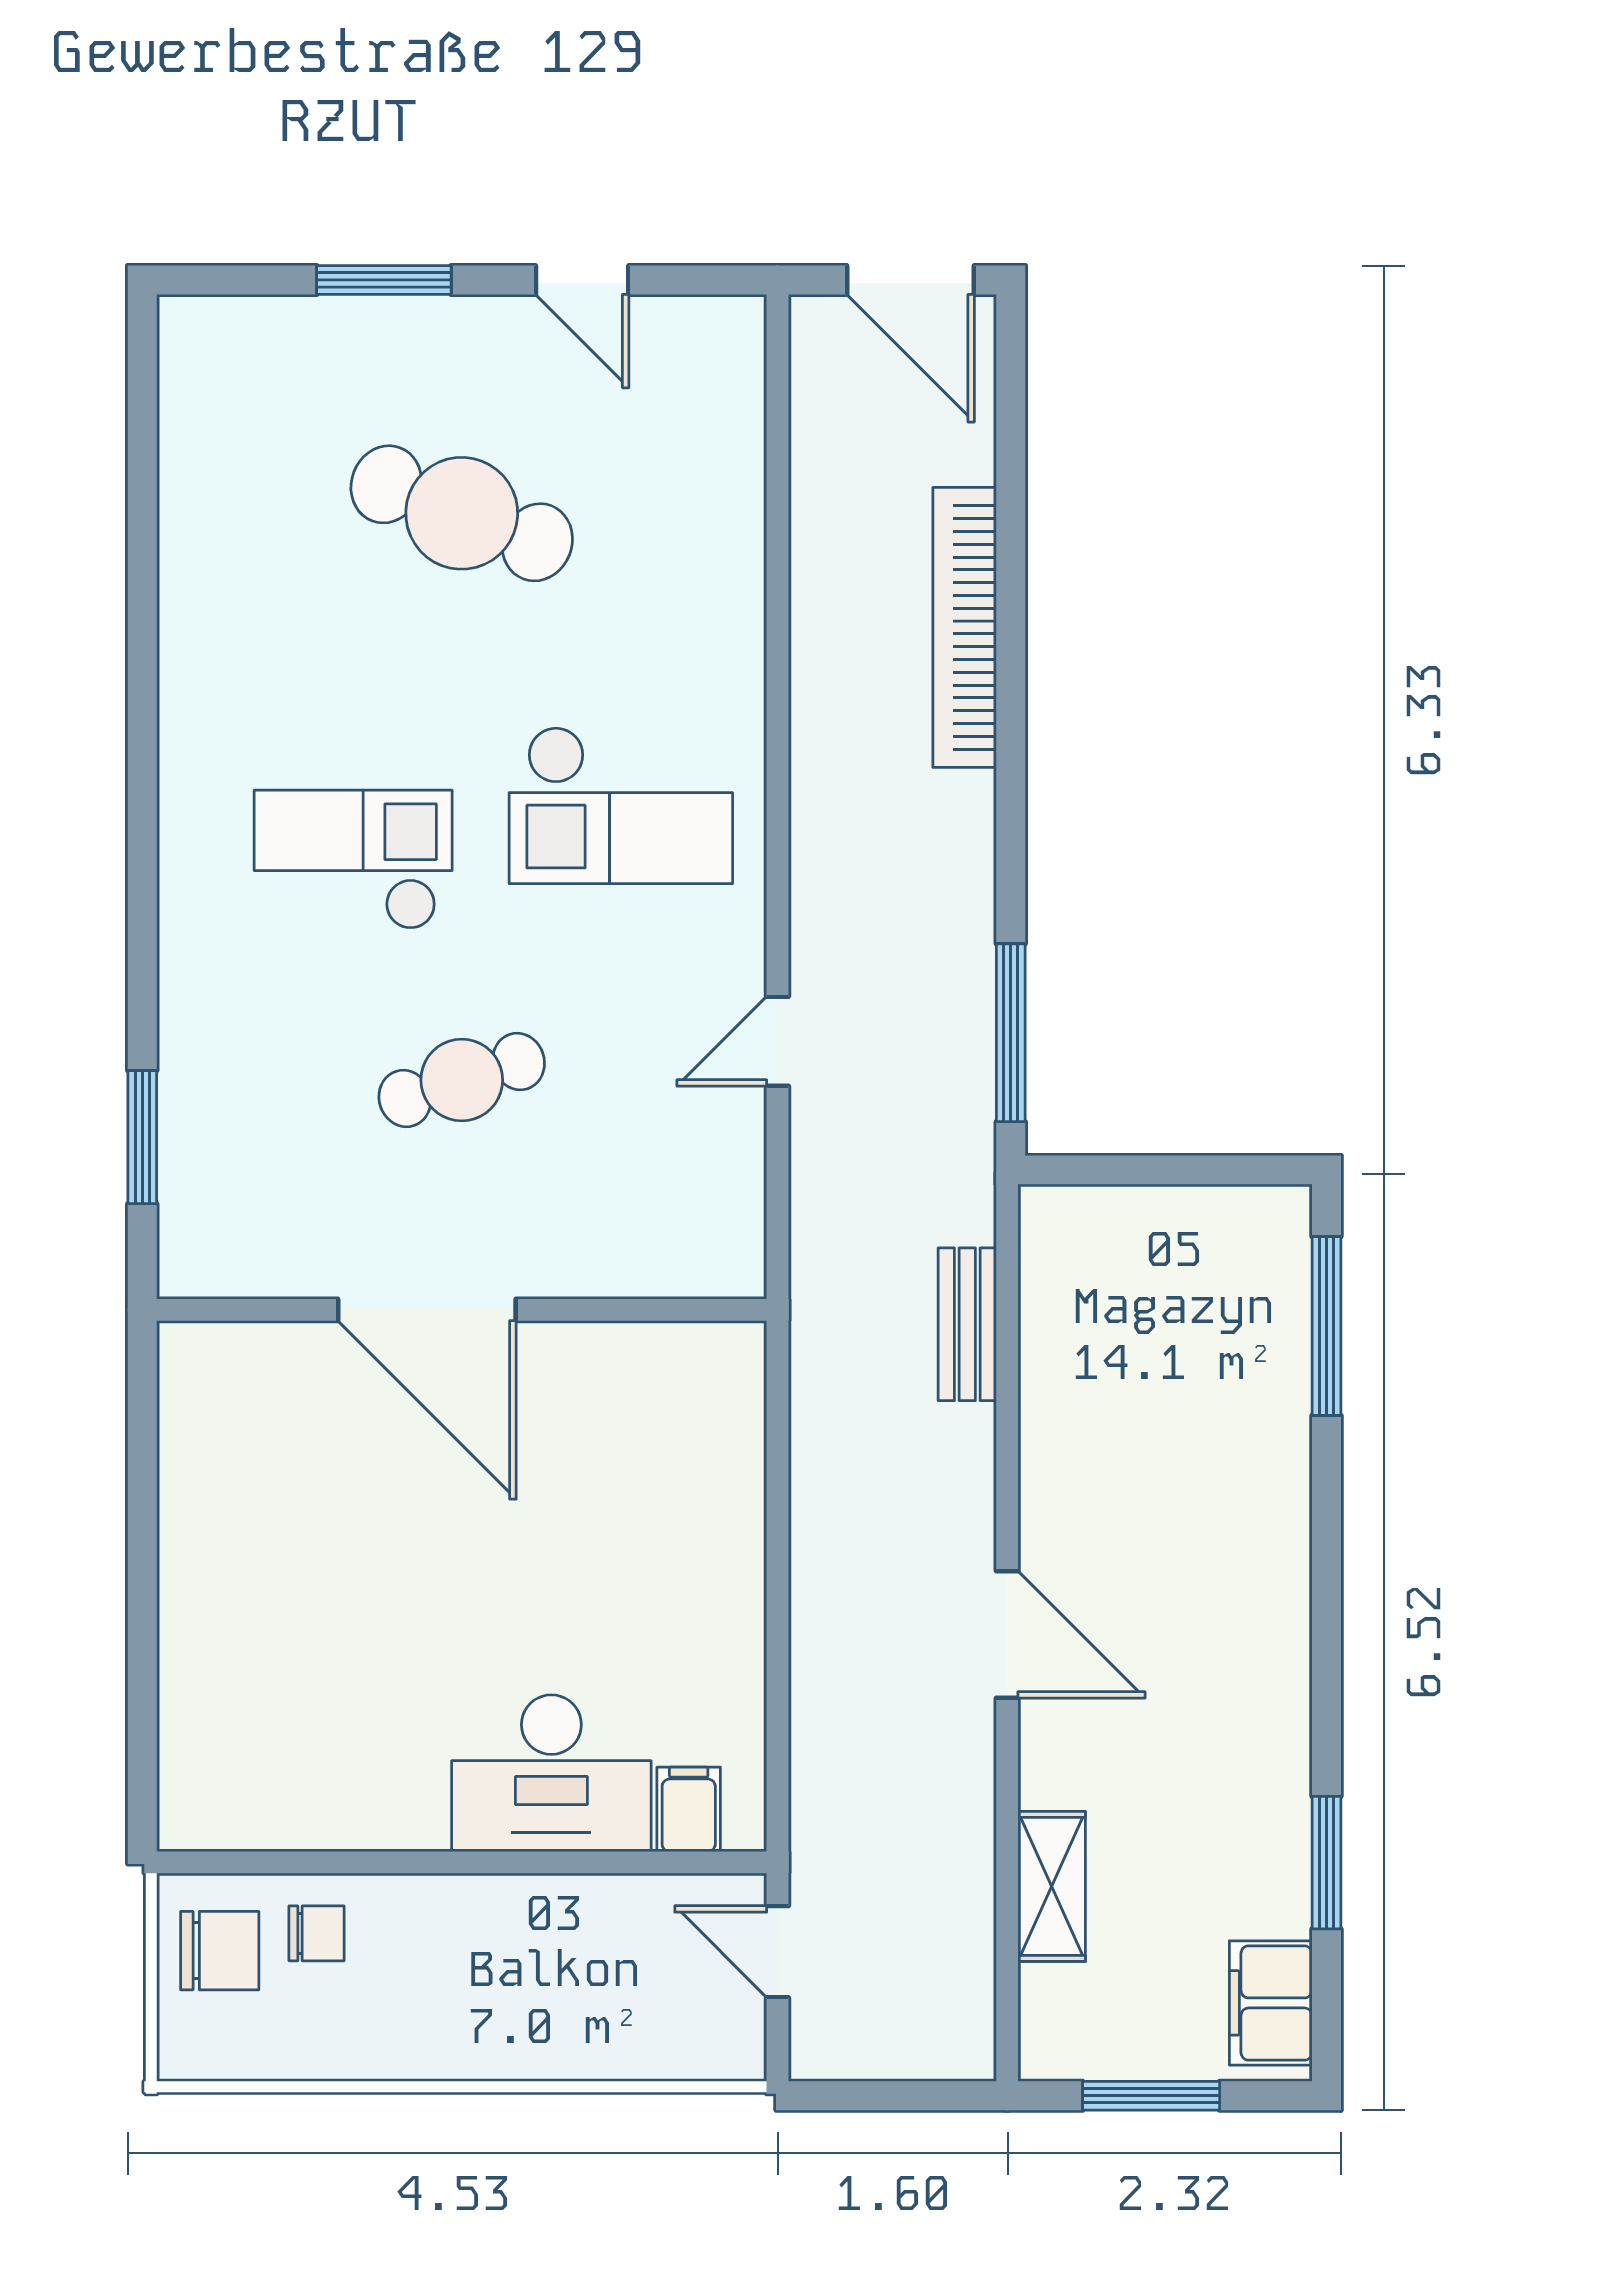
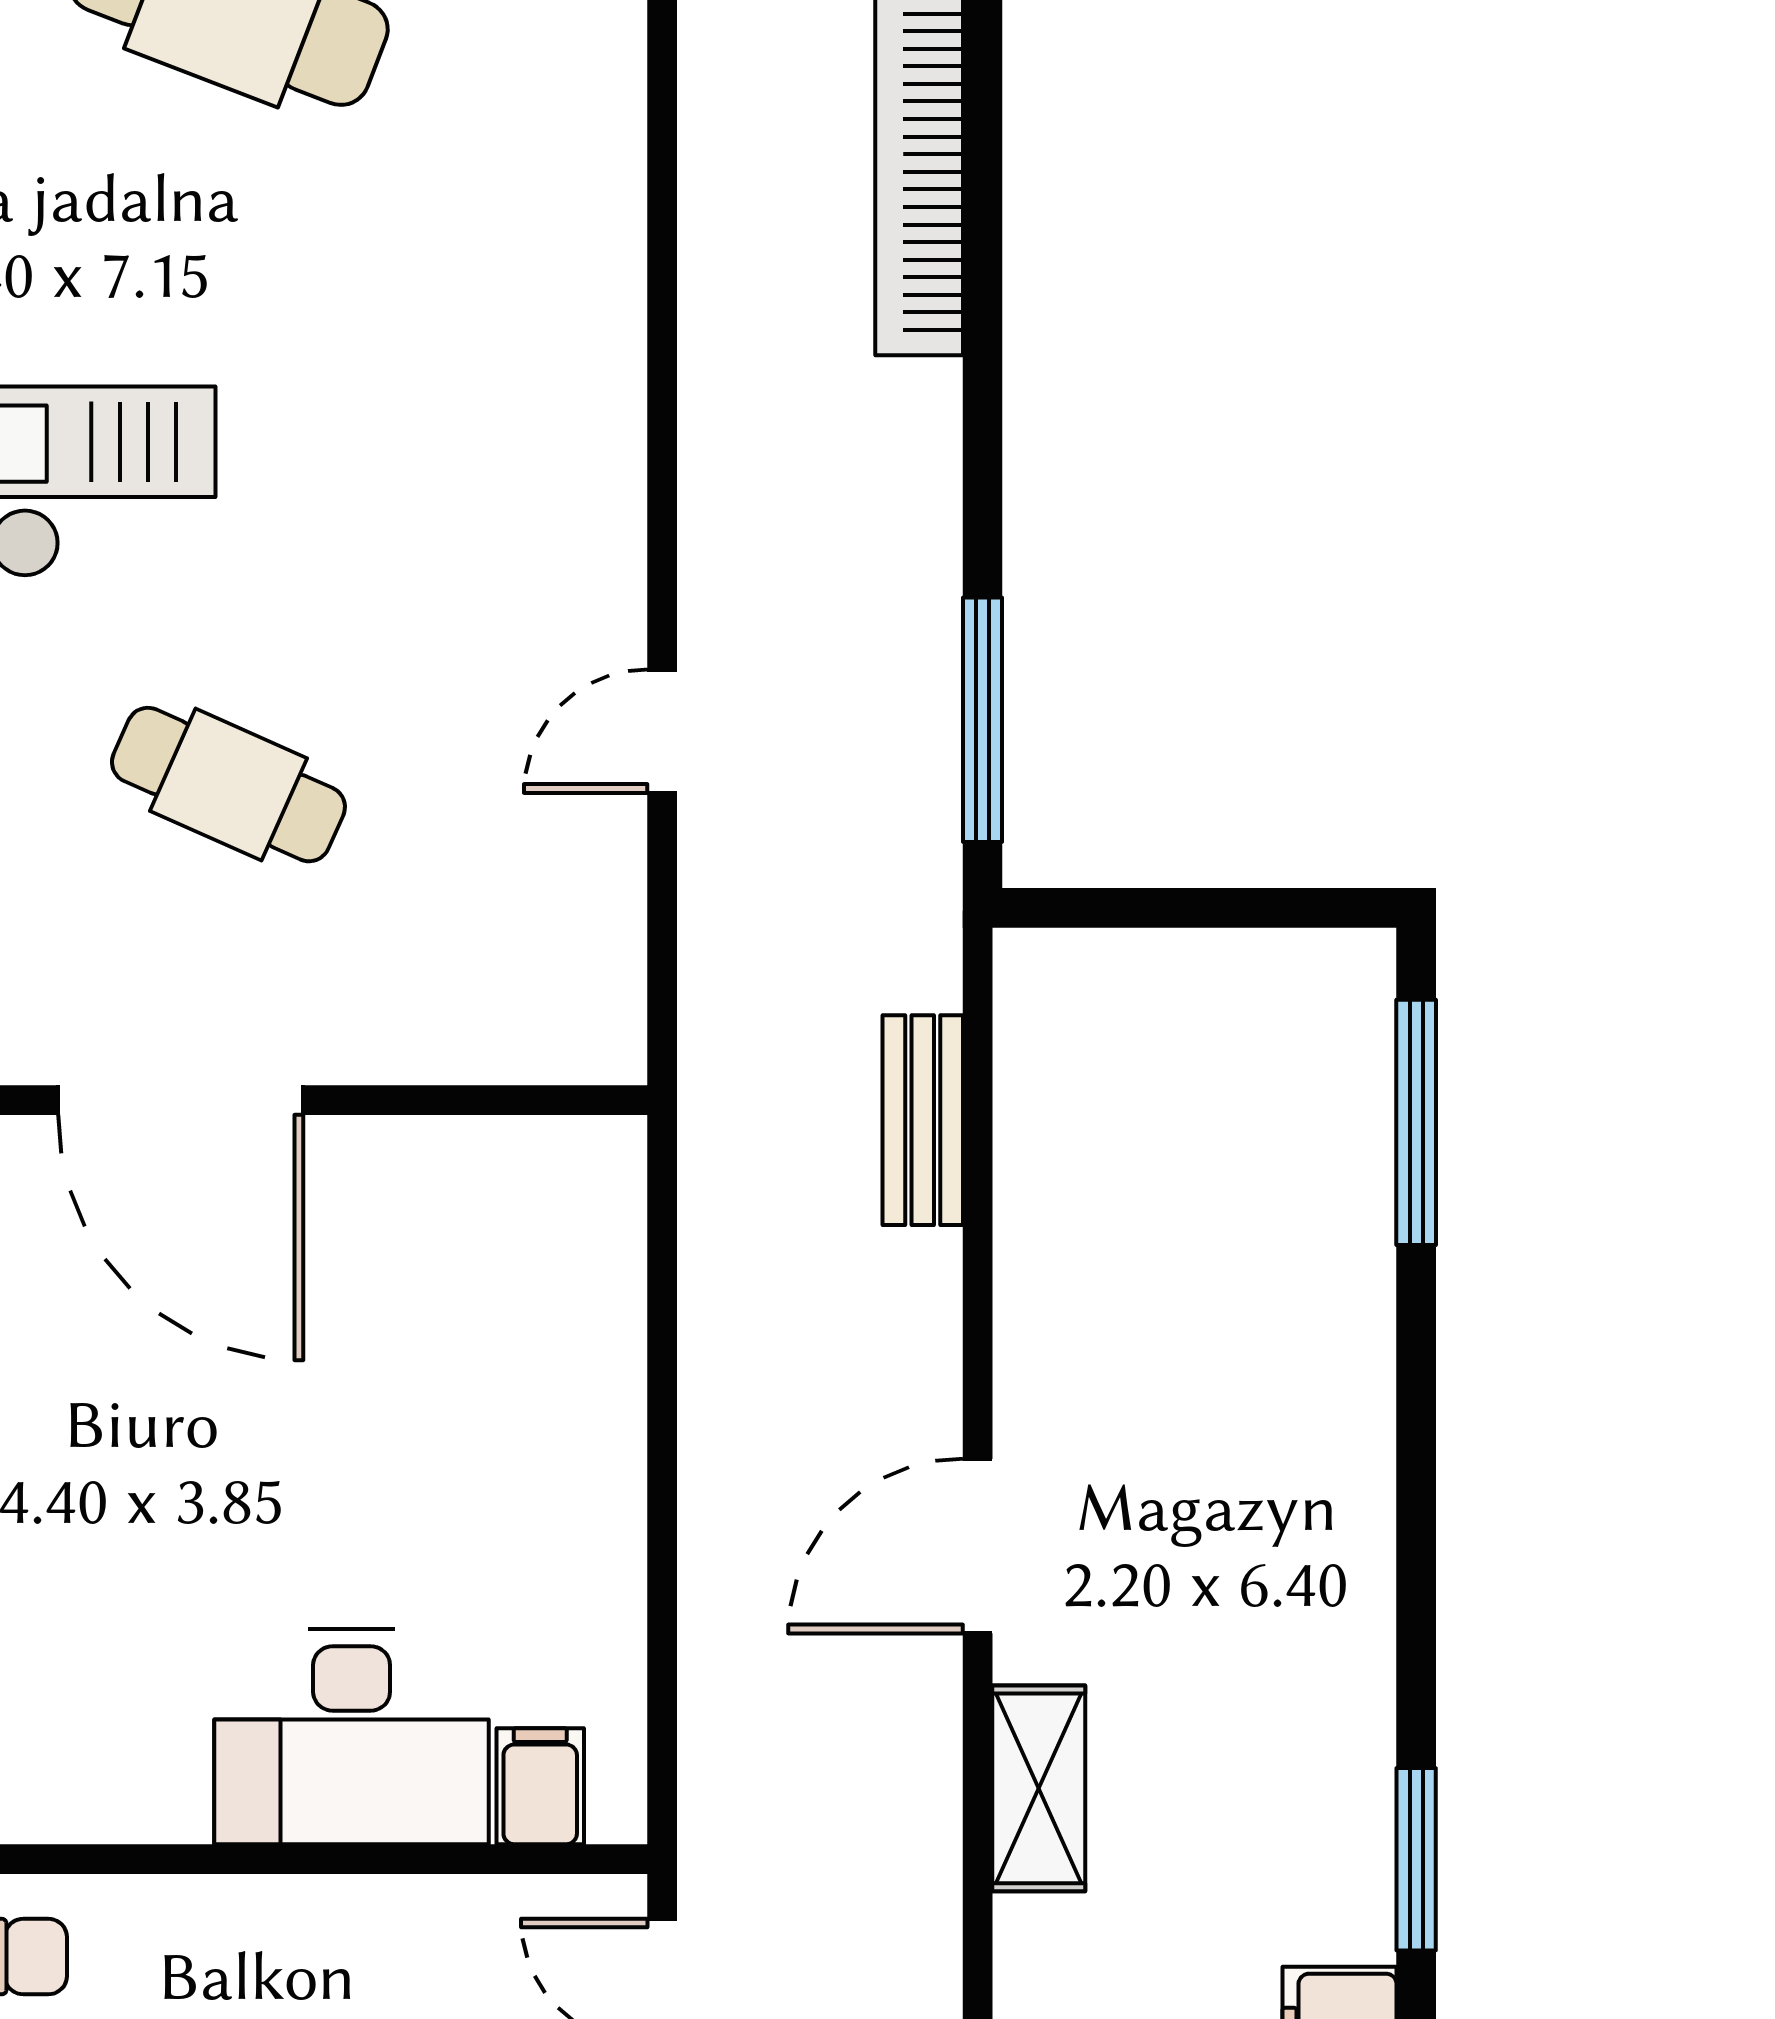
checkout: (621, 805) -> (447, 407), removed
cafe table: (462, 1080) -> (228, 785), turned 42
door: (1007, 1635) -> (978, 1546), swing flipped
shelving: (1052, 1886) -> (1039, 1788), moved

